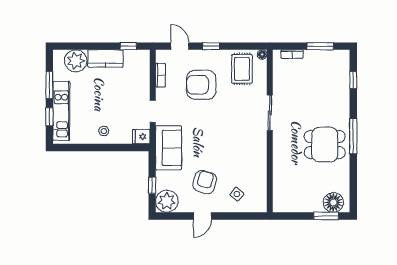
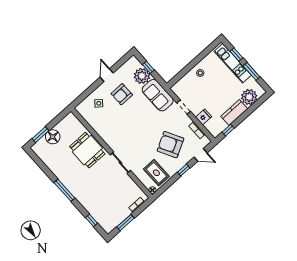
armchair: (201, 85) -> (170, 145), turned -118
fridge: (141, 137) -> (204, 117), moved
dining table: (325, 145) -> (87, 150), moved, turned 90
armchair: (205, 182) -> (122, 94), turned 74
plant: (167, 201) -> (142, 76), moved
floor lamp: (333, 202) -> (53, 137), moved

